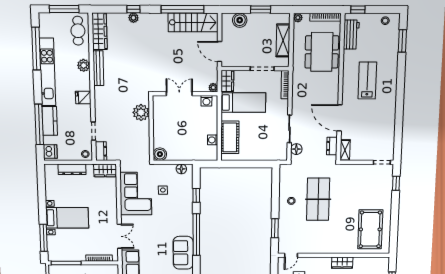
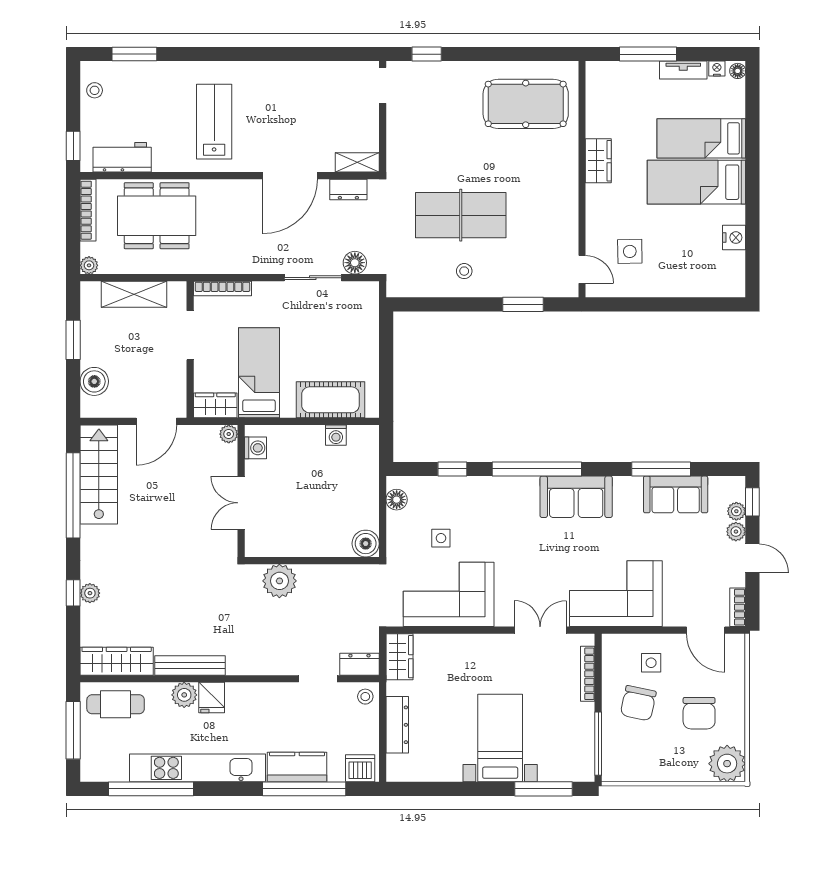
lab bench: (367, 81) -> (214, 122), turned 90
fridge: (83, 98) -> (212, 698), moved

